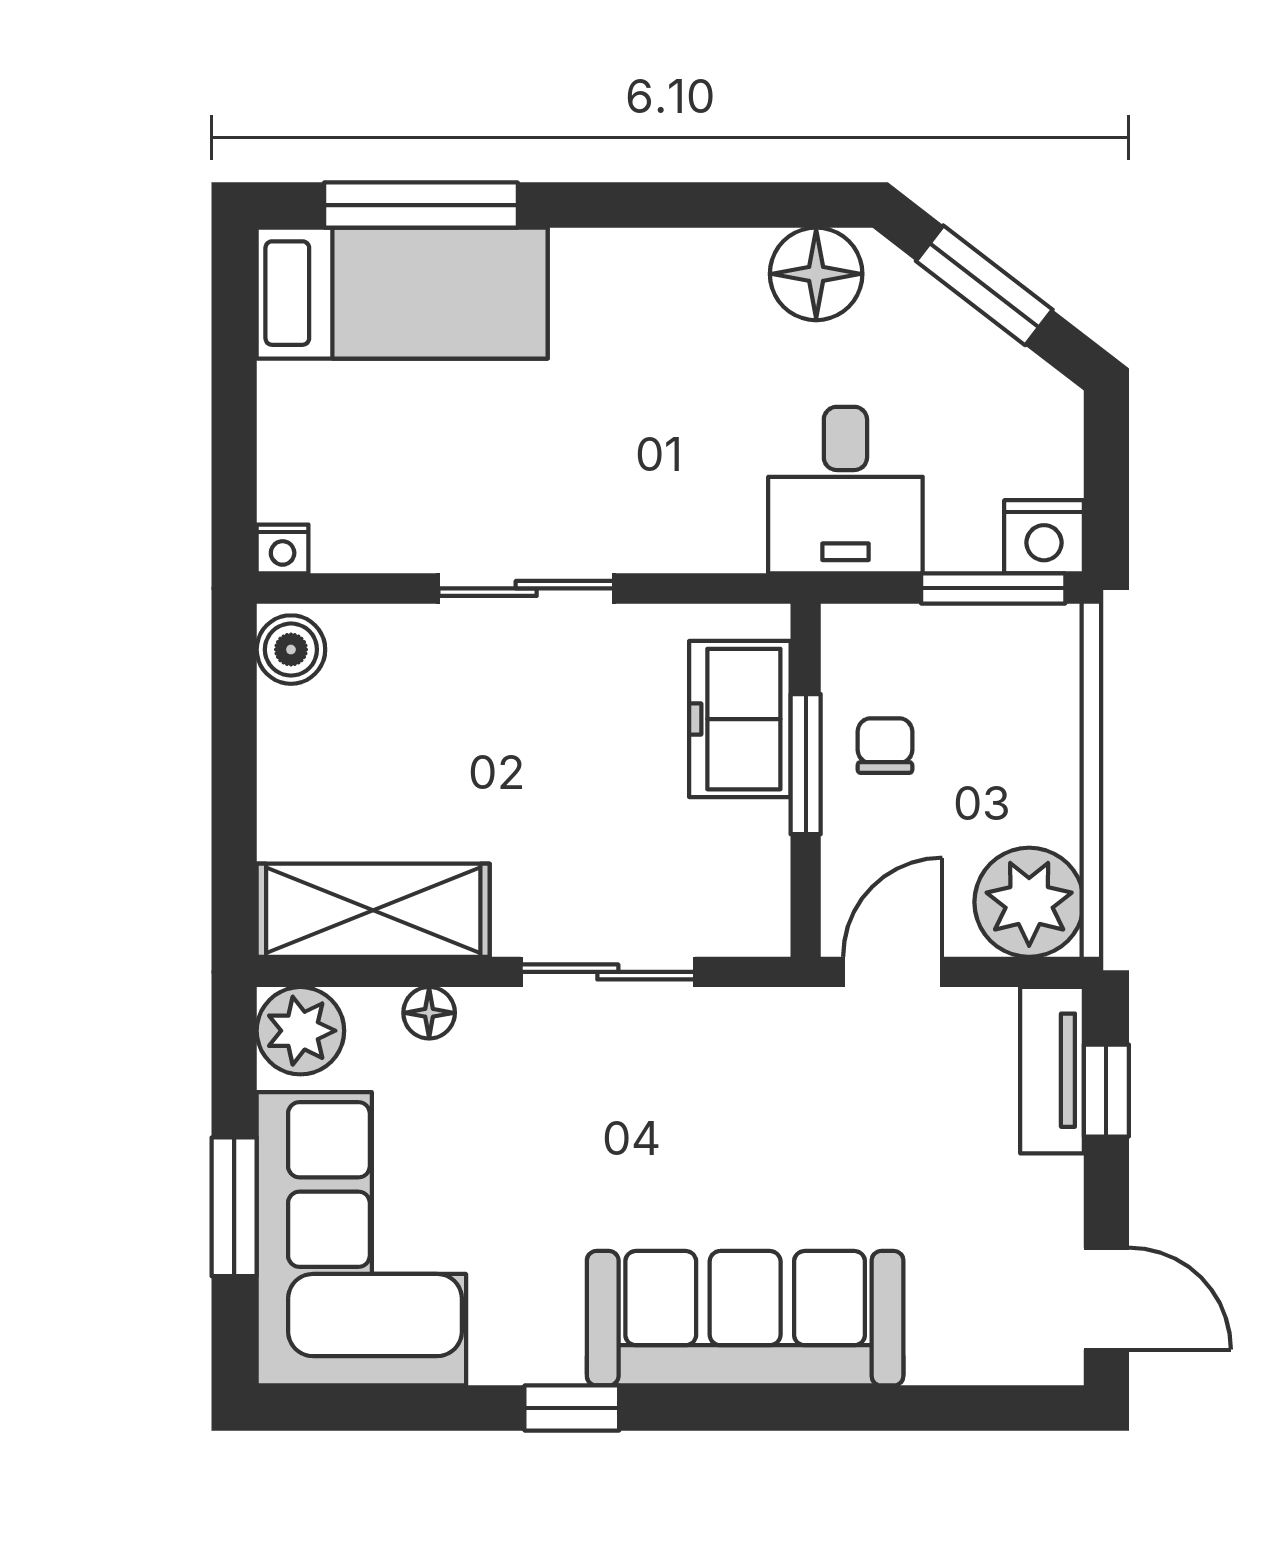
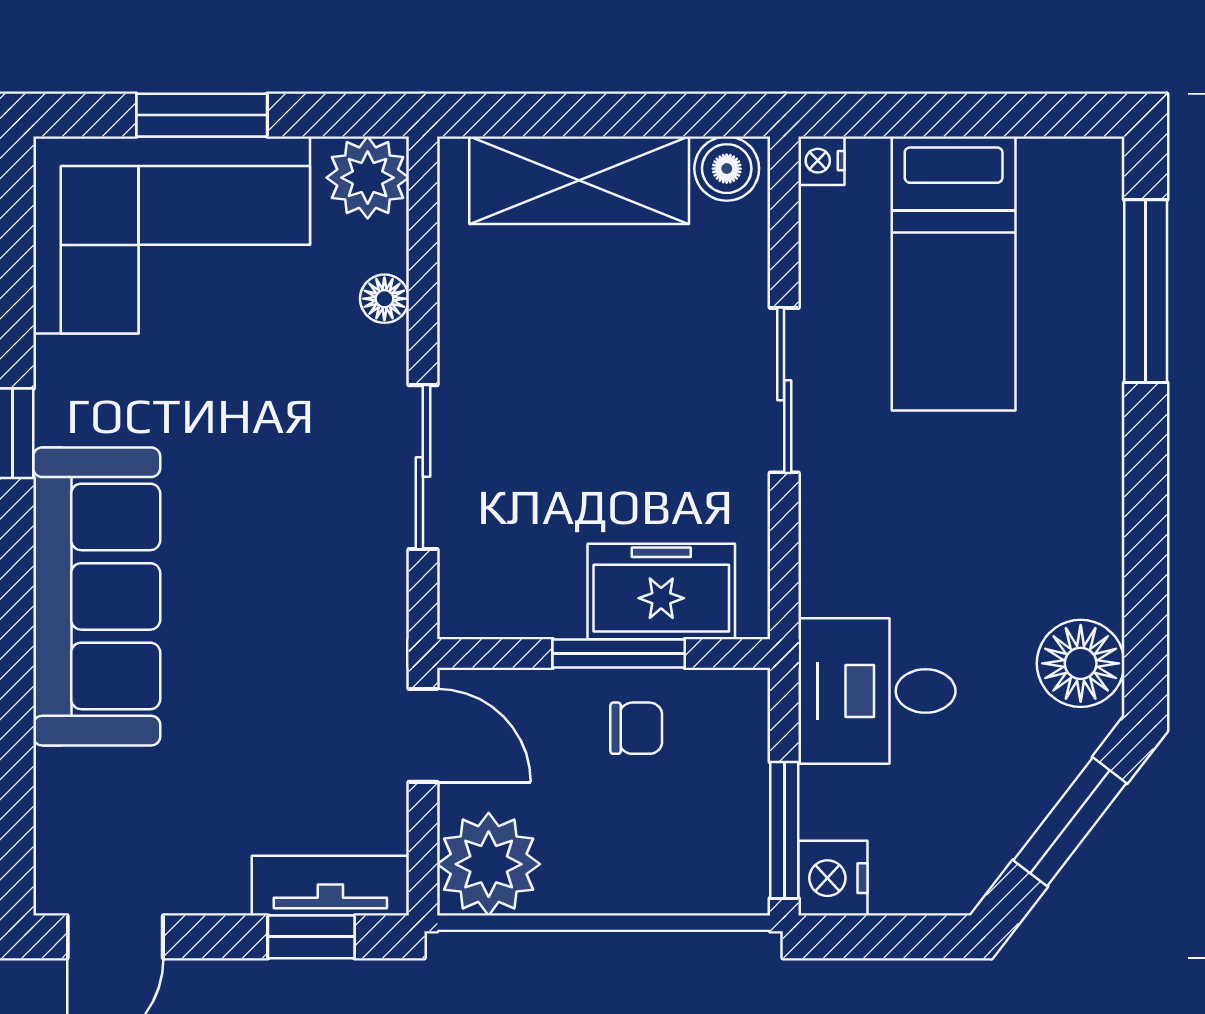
bed: (402, 293) -> (954, 273), moved
shelving: (373, 910) -> (579, 180), moved, turned 90

